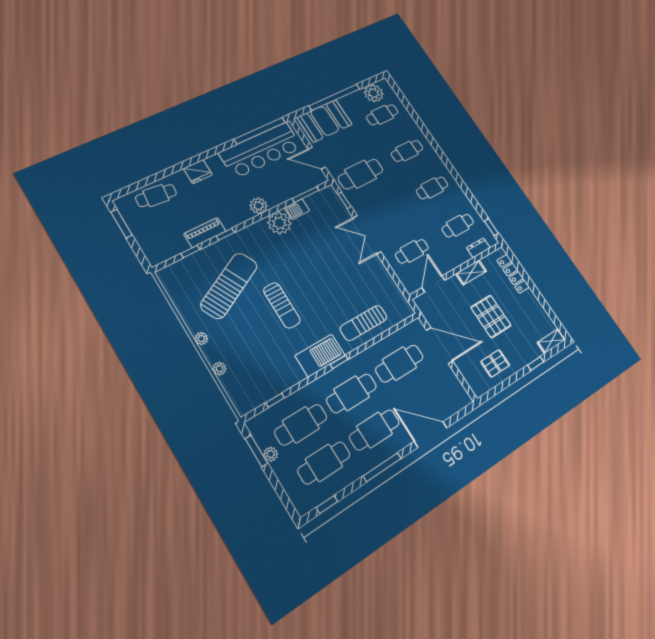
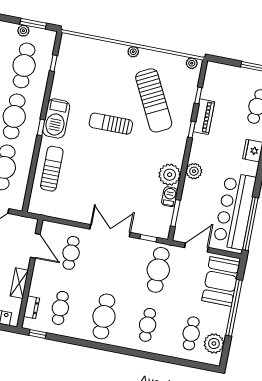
cafe table: (432, 188) -> (104, 316), width x1.37, depth x1.35
plant: (219, 369) -> (192, 63), moved

